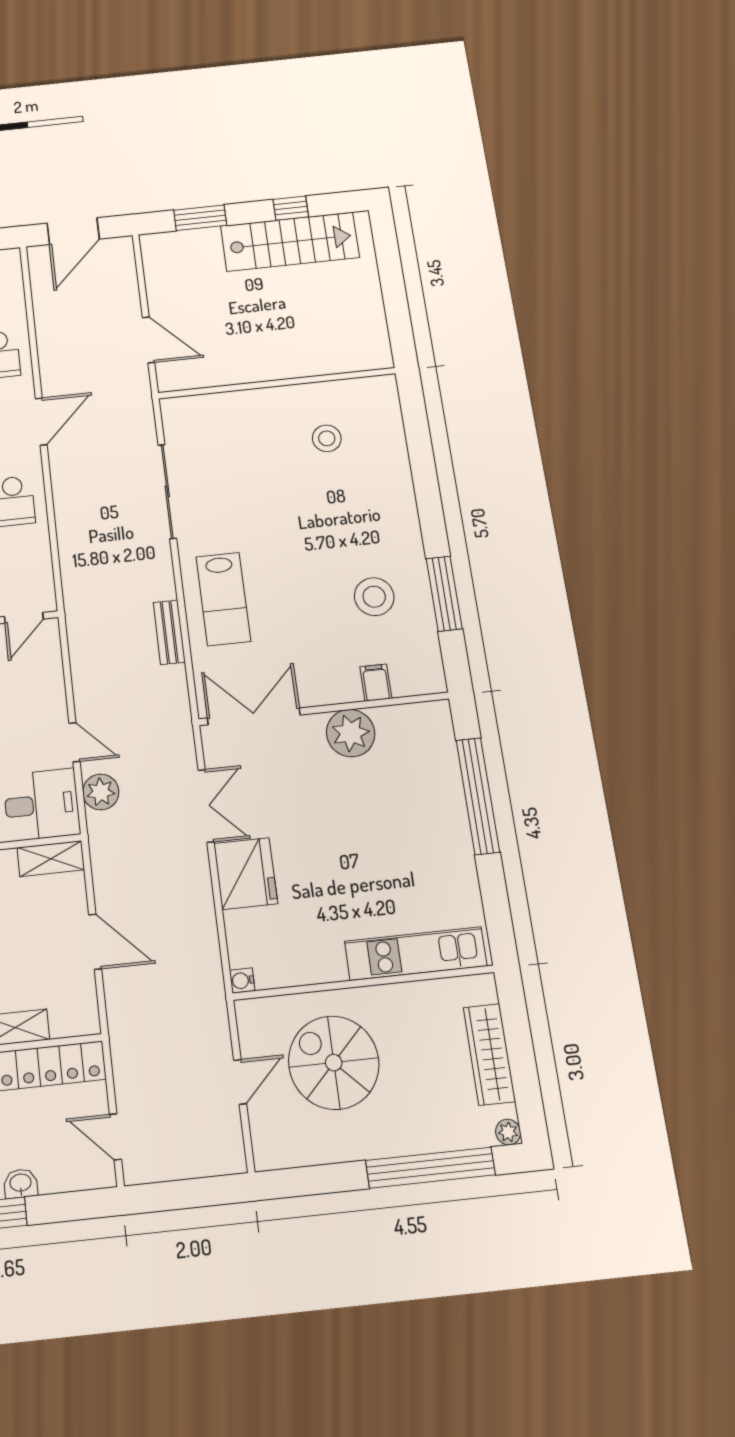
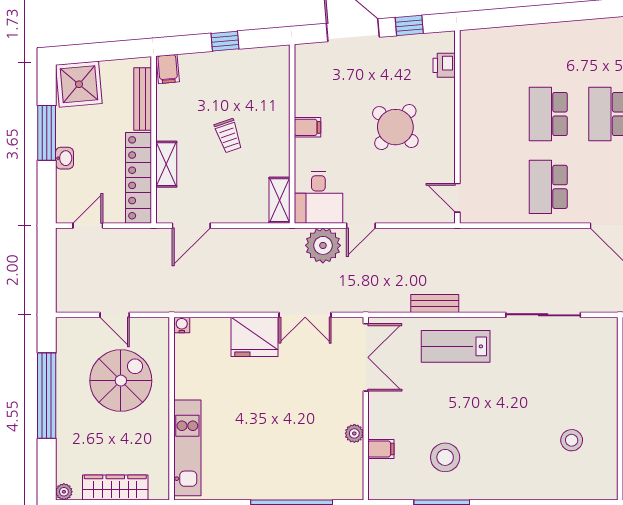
plant: (351, 733) -> (354, 433), width x0.53, depth x0.53
plant: (101, 792) -> (323, 245), width x1.36, depth x1.36
door: (95, 942) -> (191, 226), moved
window: (430, 1168) -> (47, 396), moved

